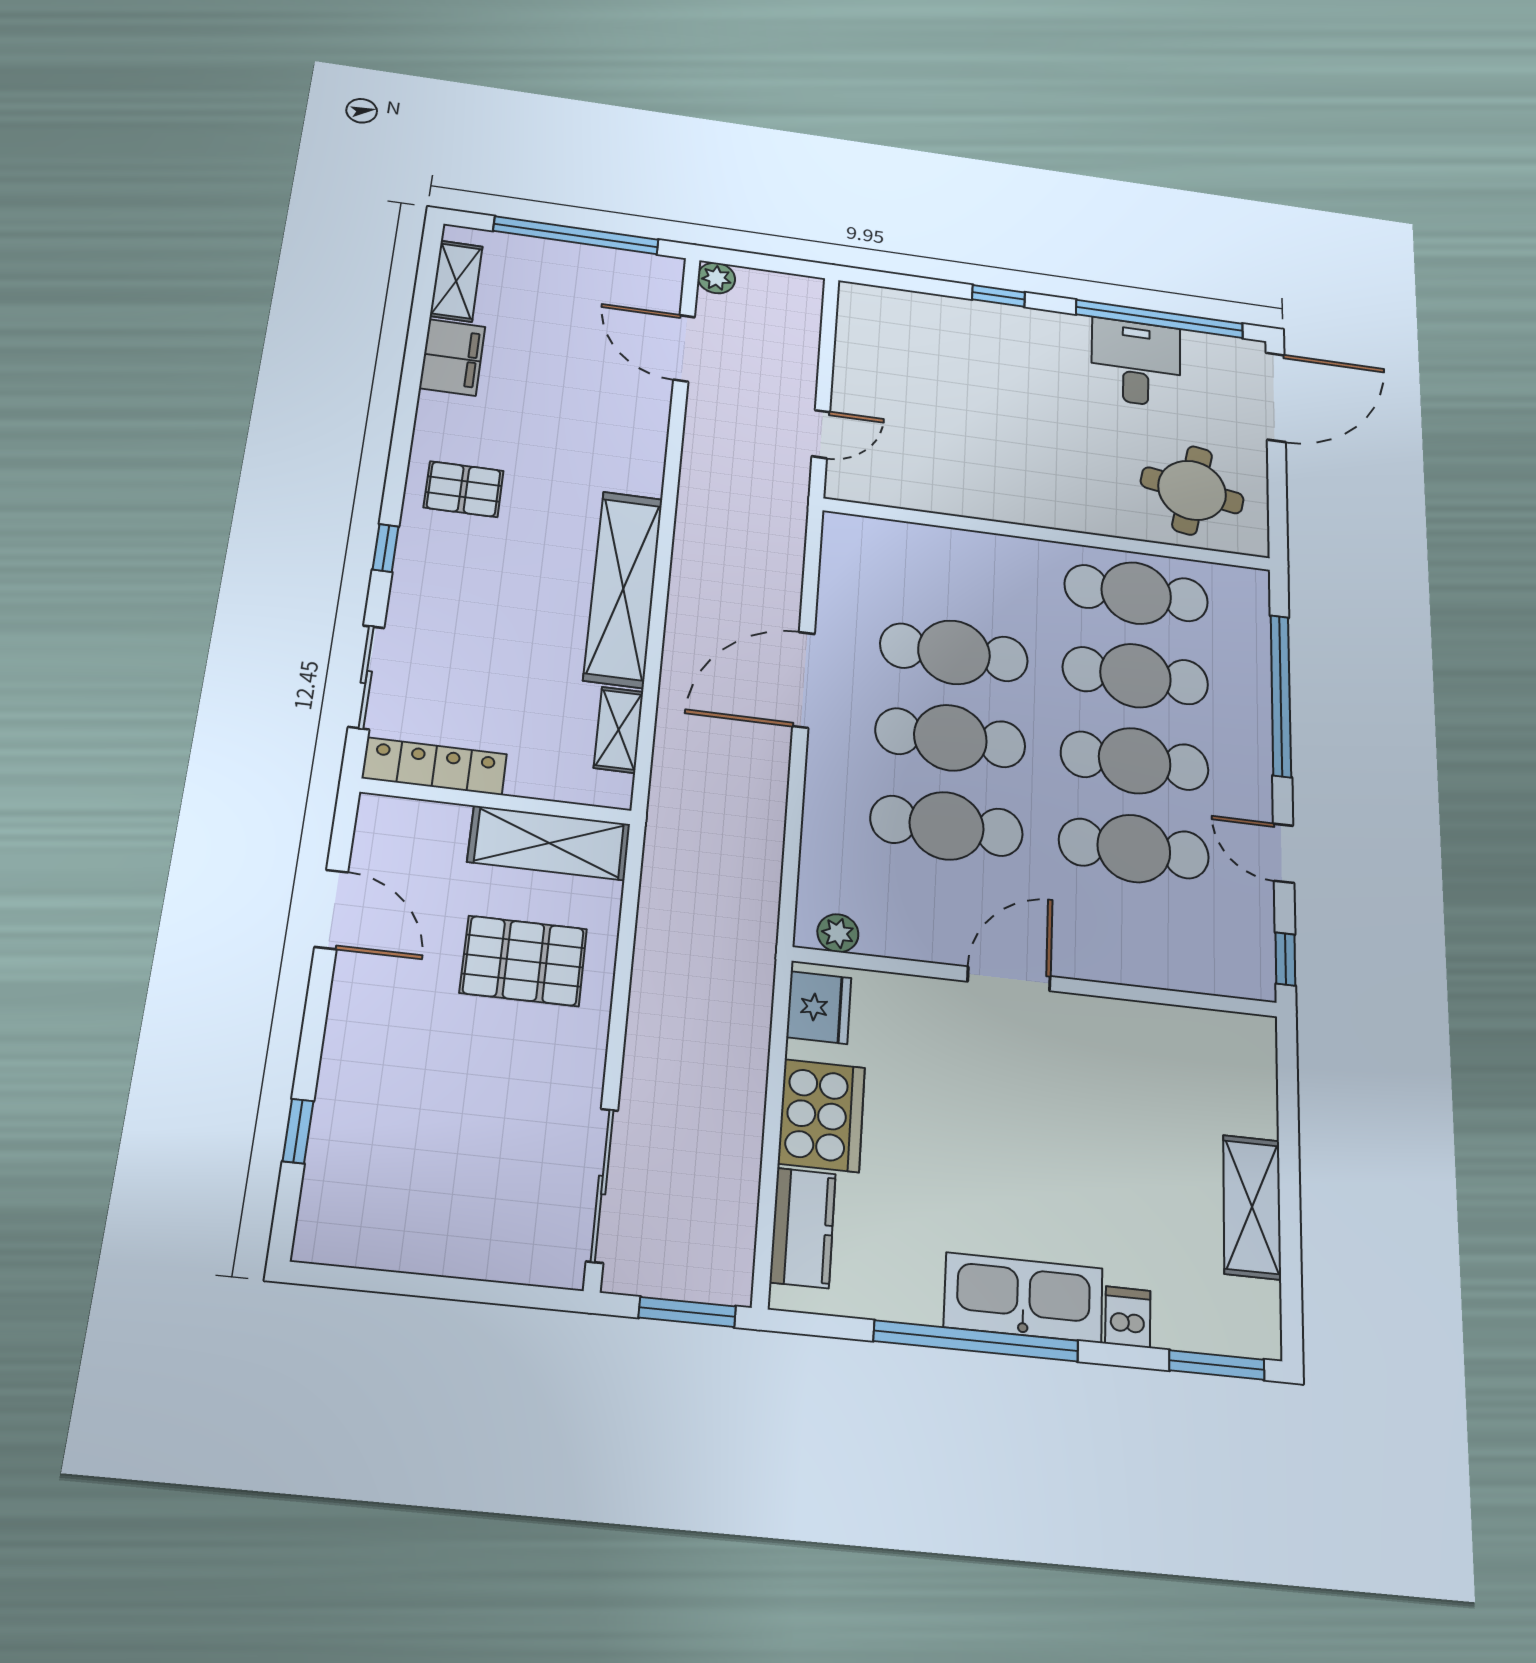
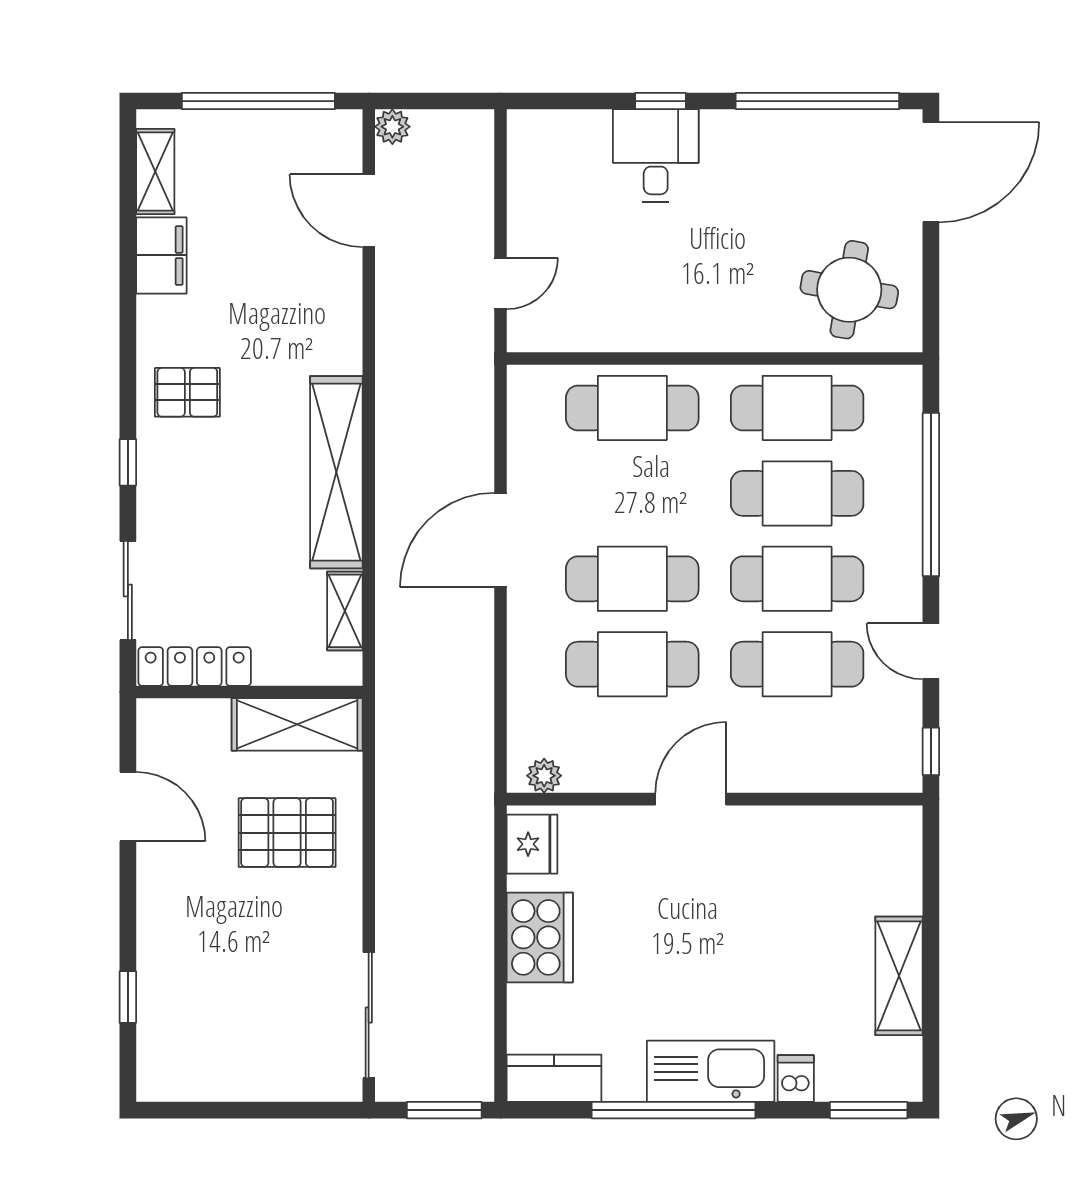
desk: (1136, 363) -> (656, 155), moved
cafe table: (954, 652) -> (632, 408), moved
kitchen counter: (803, 1228) -> (554, 1078), moved, turned -90

